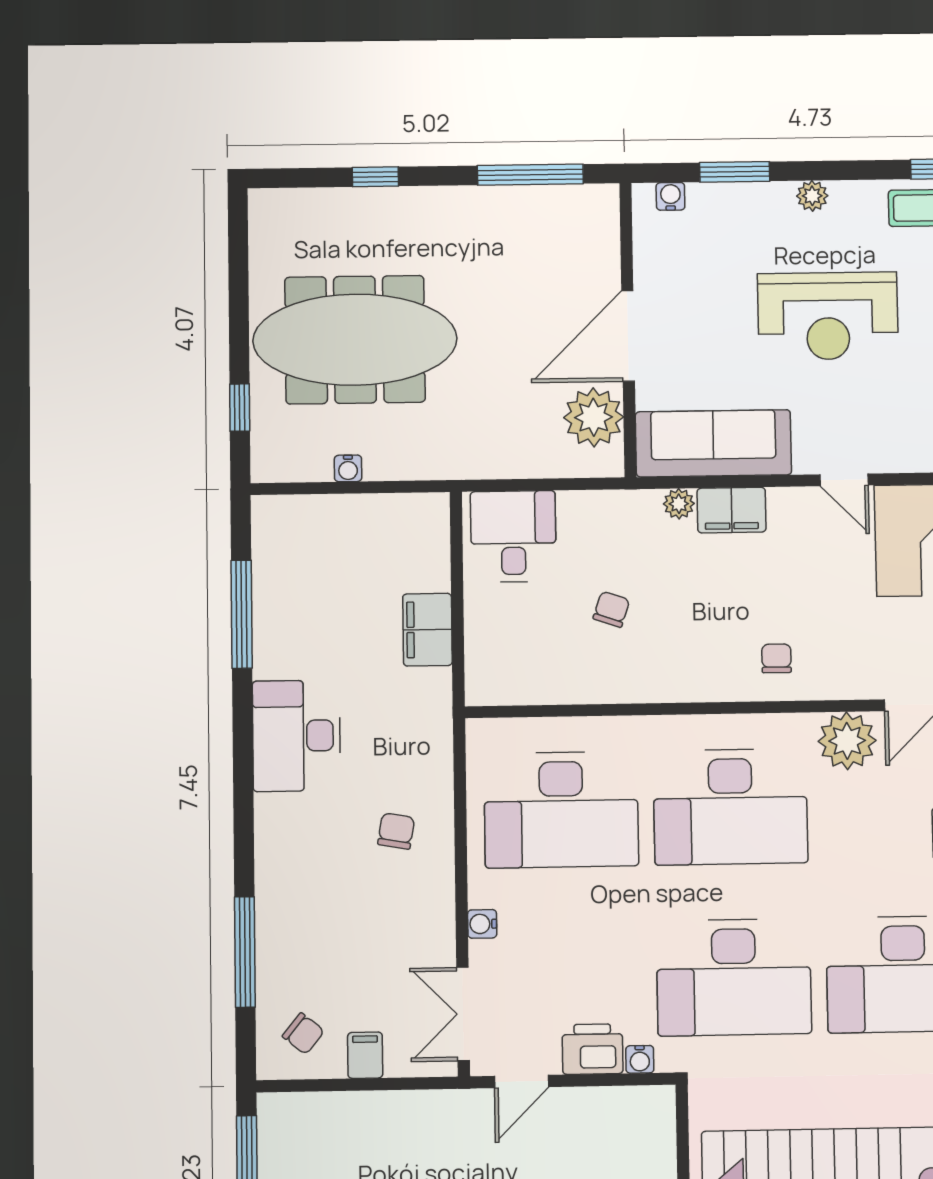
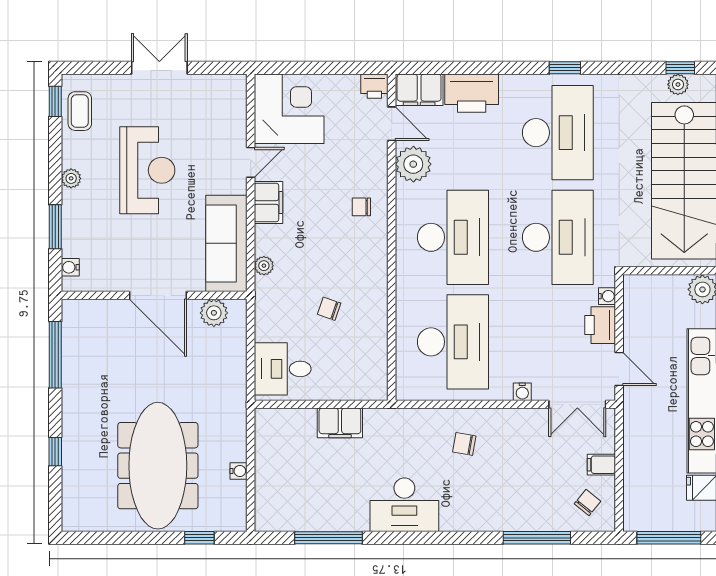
plant: (594, 417) -> (214, 313), width x0.73, depth x0.73
filing cabinet: (732, 510) -> (268, 202), moved

